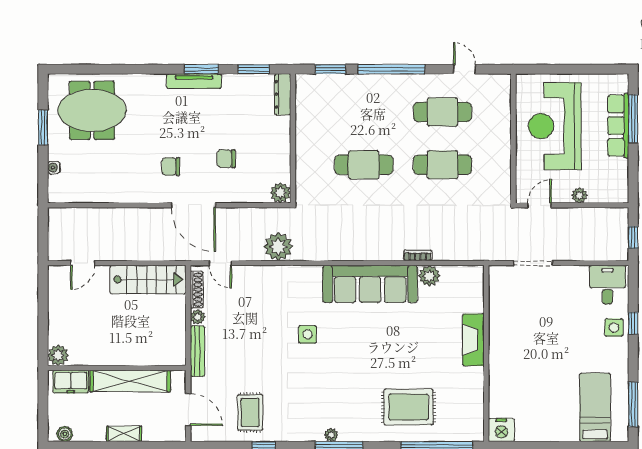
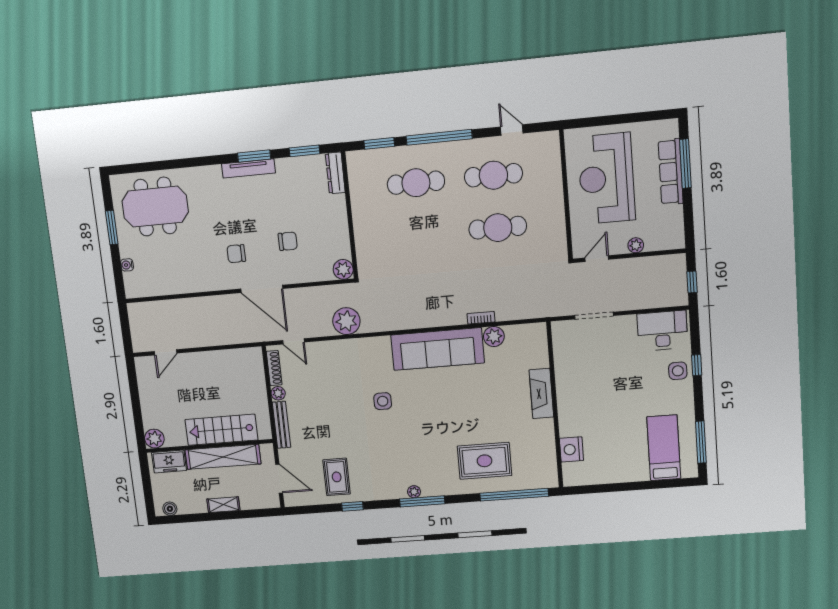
chair: (226, 159) -> (288, 241), turned 180
cafe table: (364, 165) -> (416, 183), moved
stairs: (148, 280) -> (221, 430), moved, turned 180
desk: (607, 285) -> (662, 331), width x1.37
nightstand: (501, 430) -> (571, 449), moved, turned 90

